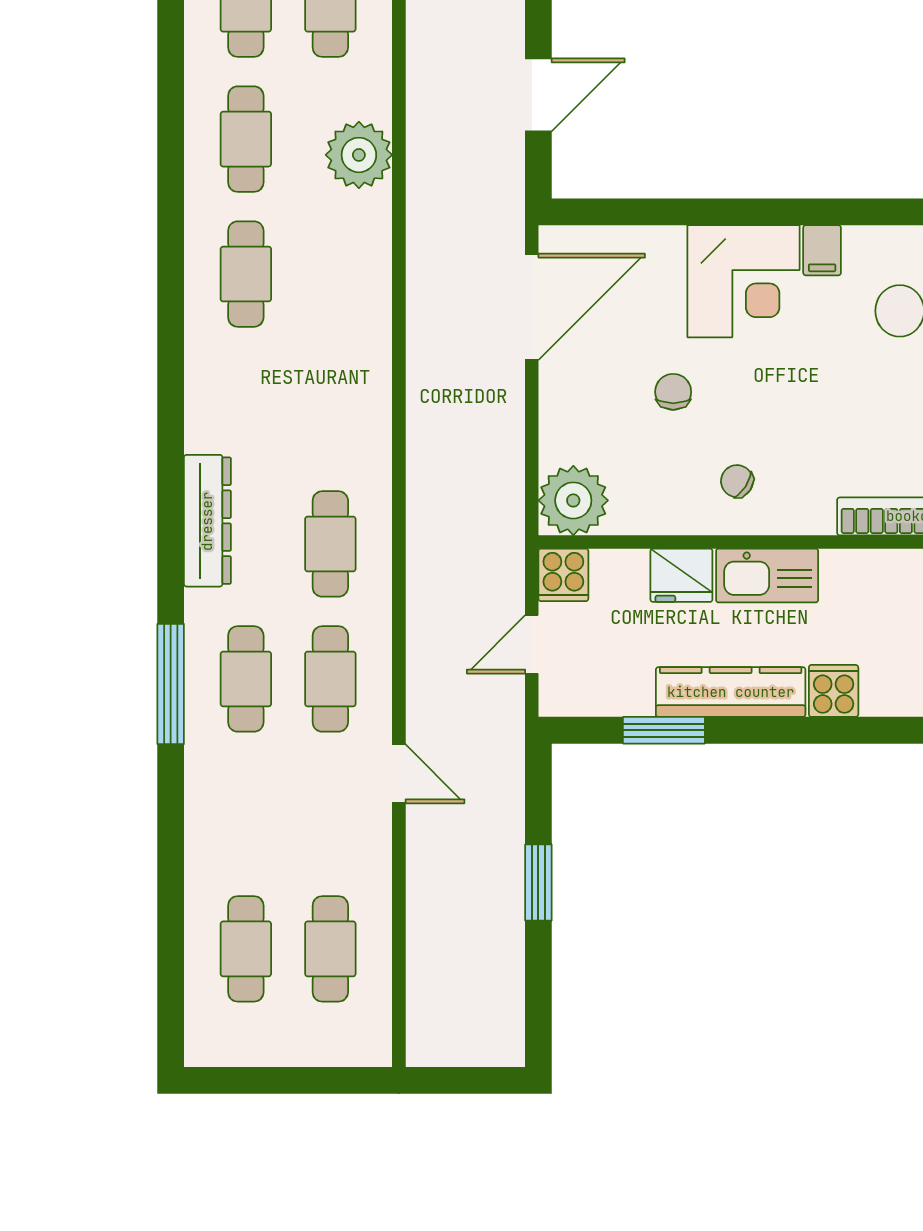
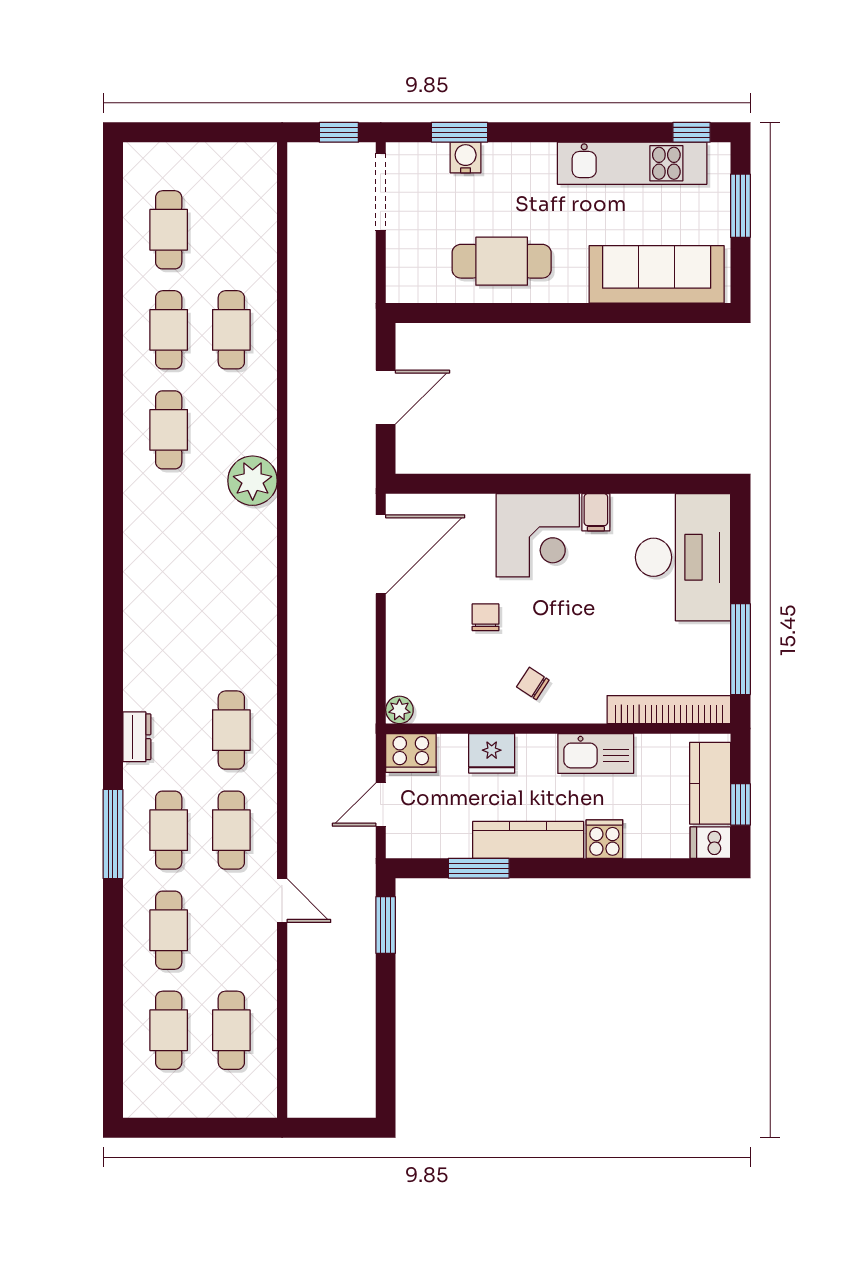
plant: (359, 155) -> (253, 481), moved
cafe table: (246, 274) -> (169, 930), moved
plant: (573, 500) -> (399, 710), width x0.53, depth x0.53
dresser: (207, 521) -> (137, 737), width x0.51, depth x0.80
cooker: (563, 575) -> (411, 753), width x1.36
kitchen sink: (767, 576) -> (596, 753), moved
window: (538, 883) -> (386, 925), moved

